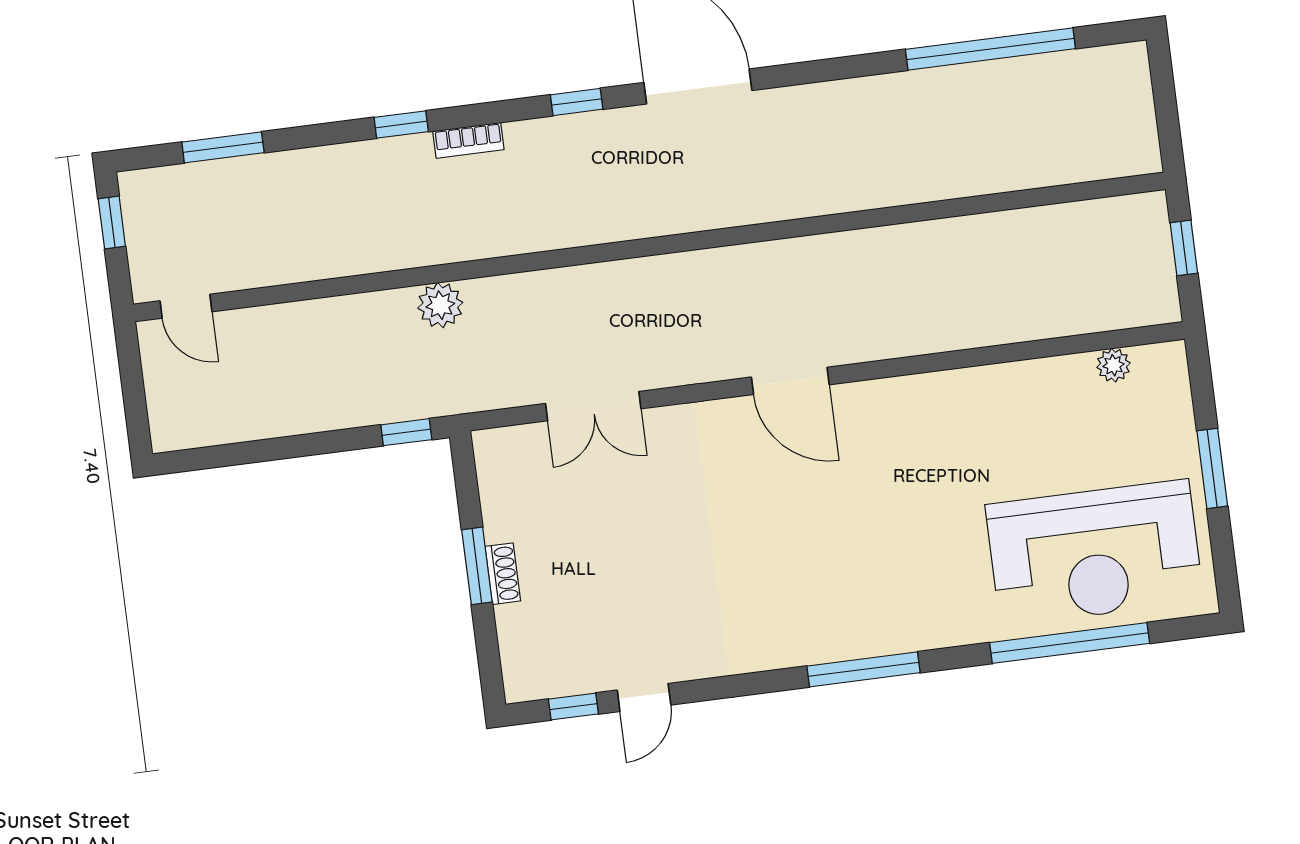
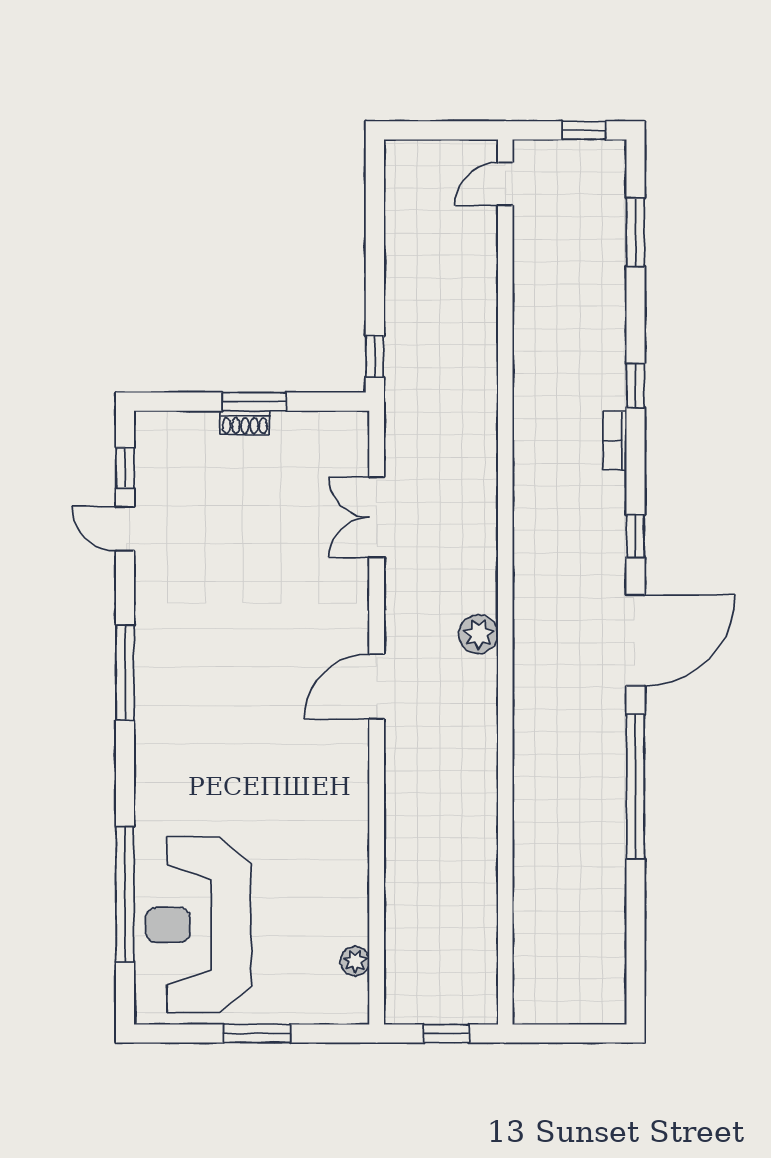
window: (990, 49) -> (635, 787), moved
plant: (440, 305) -> (479, 634), moved
window: (863, 669) -> (125, 672), moved

